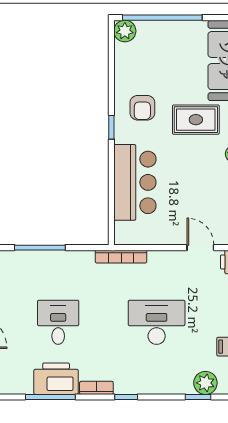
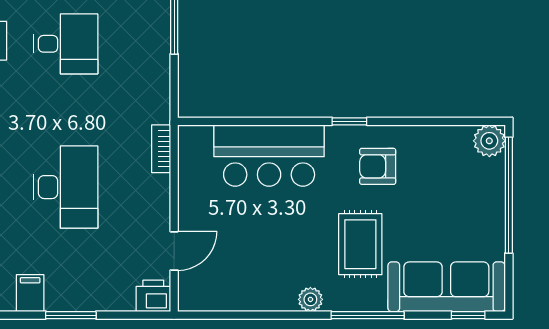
bookcase: (121, 257) -> (161, 149), width x0.64

